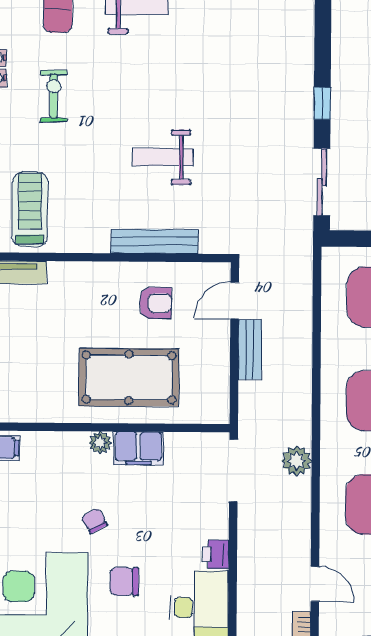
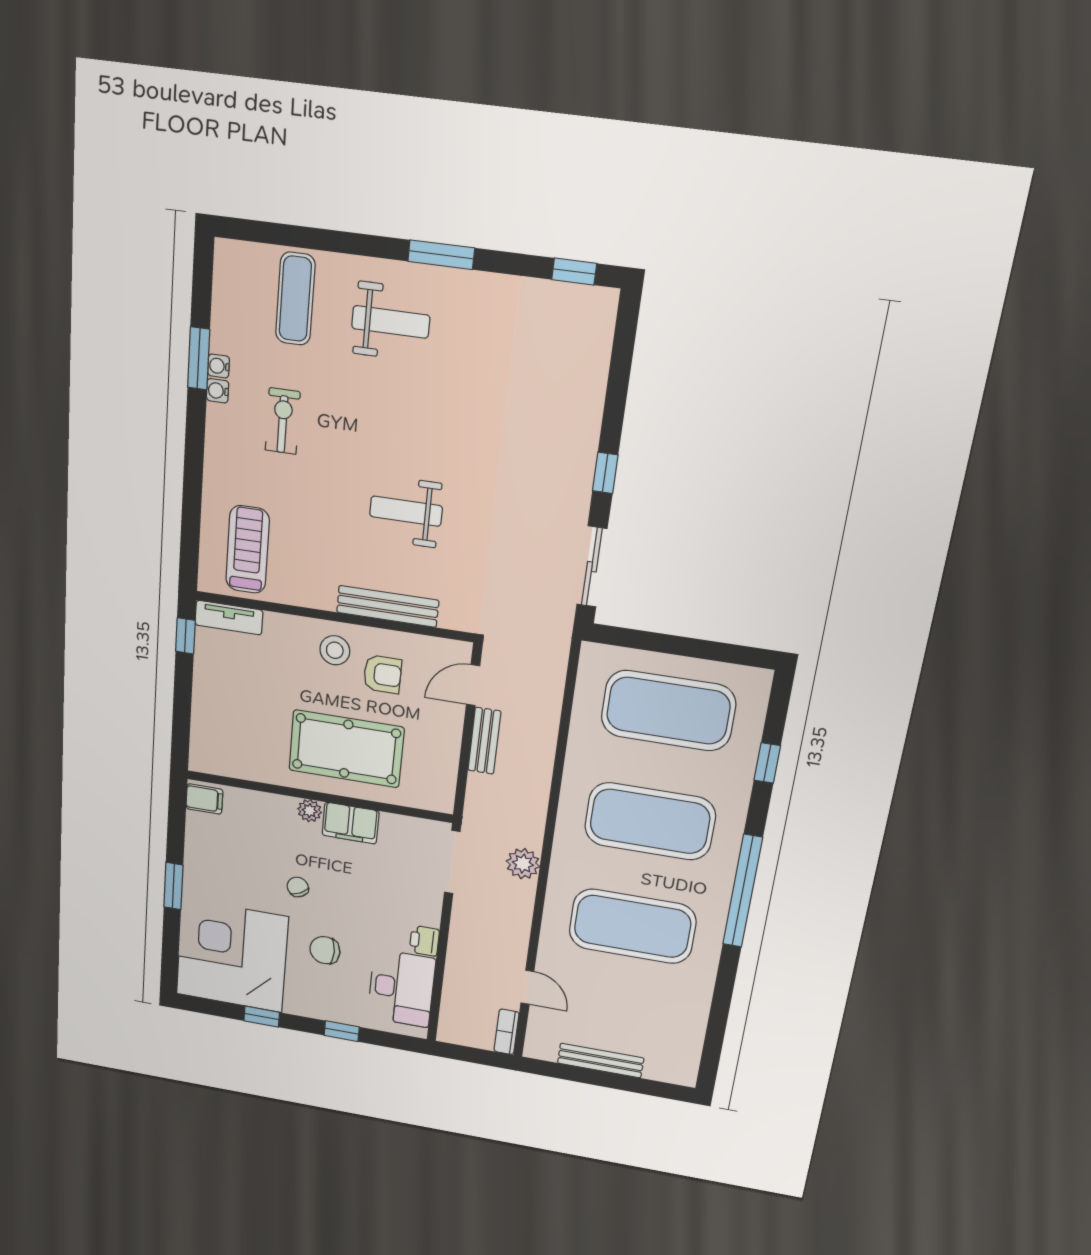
stool: (112, 288) -> (335, 650), added

